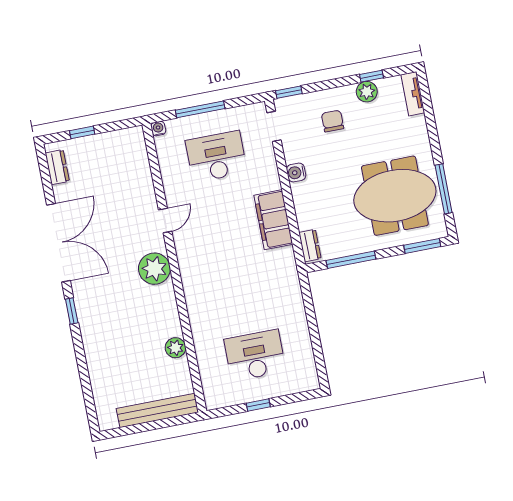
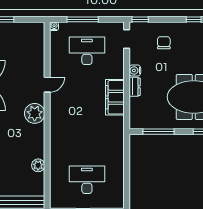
plant: (367, 92) -> (189, 29), removed
dresser: (310, 246) -> (135, 87), moved

